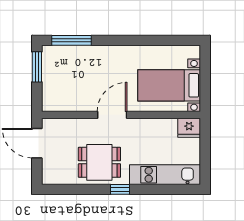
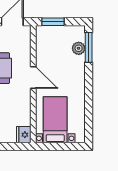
plant: (73, 54) -> (79, 48), added
window: (37, 67) -> (53, 22), moved

